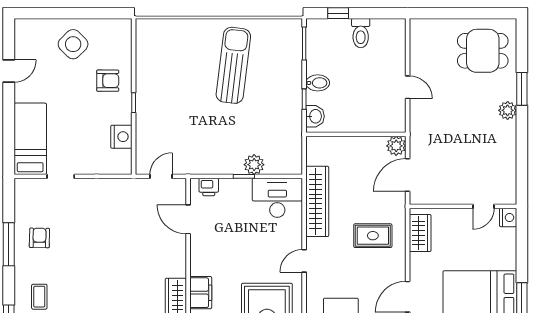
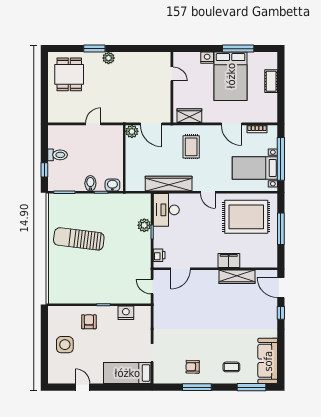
side table: (73, 44) -> (65, 345), turned 45
nightstand: (508, 217) -> (207, 58), moved

